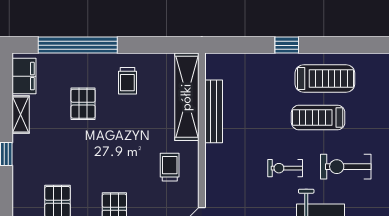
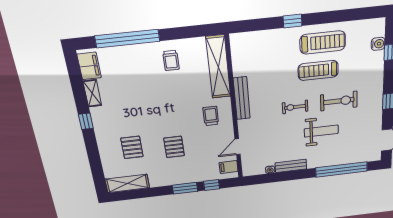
pallet: (83, 104) -> (139, 81), removed
bench: (214, 111) -> (242, 98), moved
exercise bike: (346, 167) -> (339, 101), turned 180

